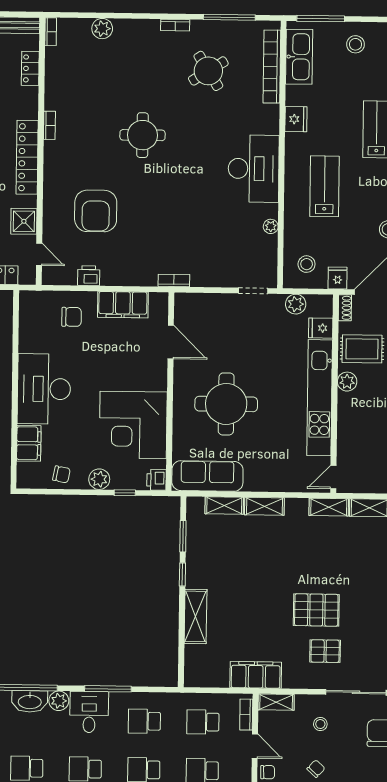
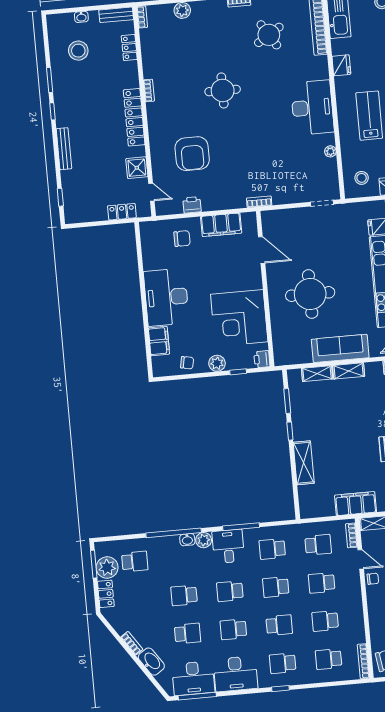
plant: (296, 304) -> (356, 210), removed
sofa: (207, 476) -> (340, 348), moved
washbasin: (30, 701) -> (187, 540), width x0.52, depth x0.69
school desk: (203, 722) -> (318, 545), turned 180

